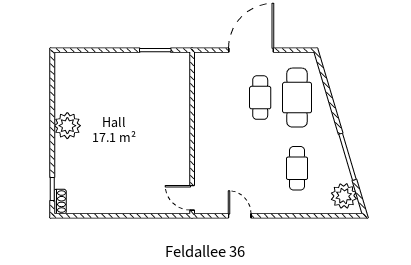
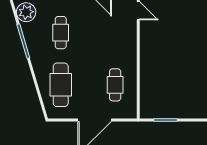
cafe table: (260, 98) -> (115, 85), moved

